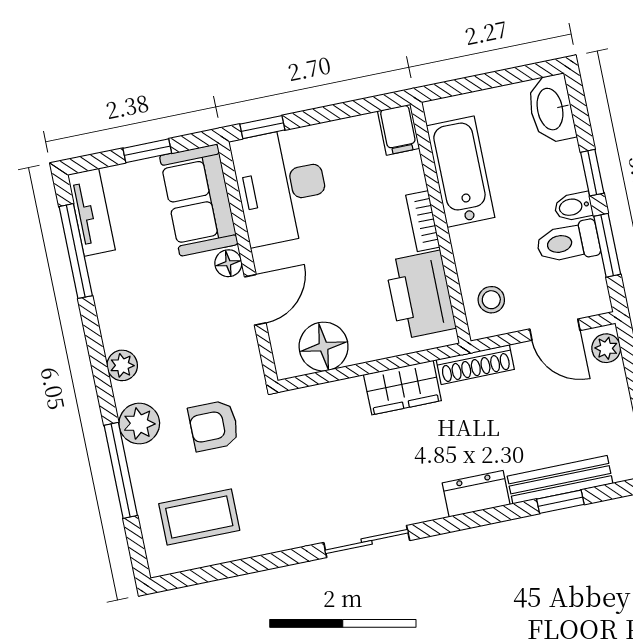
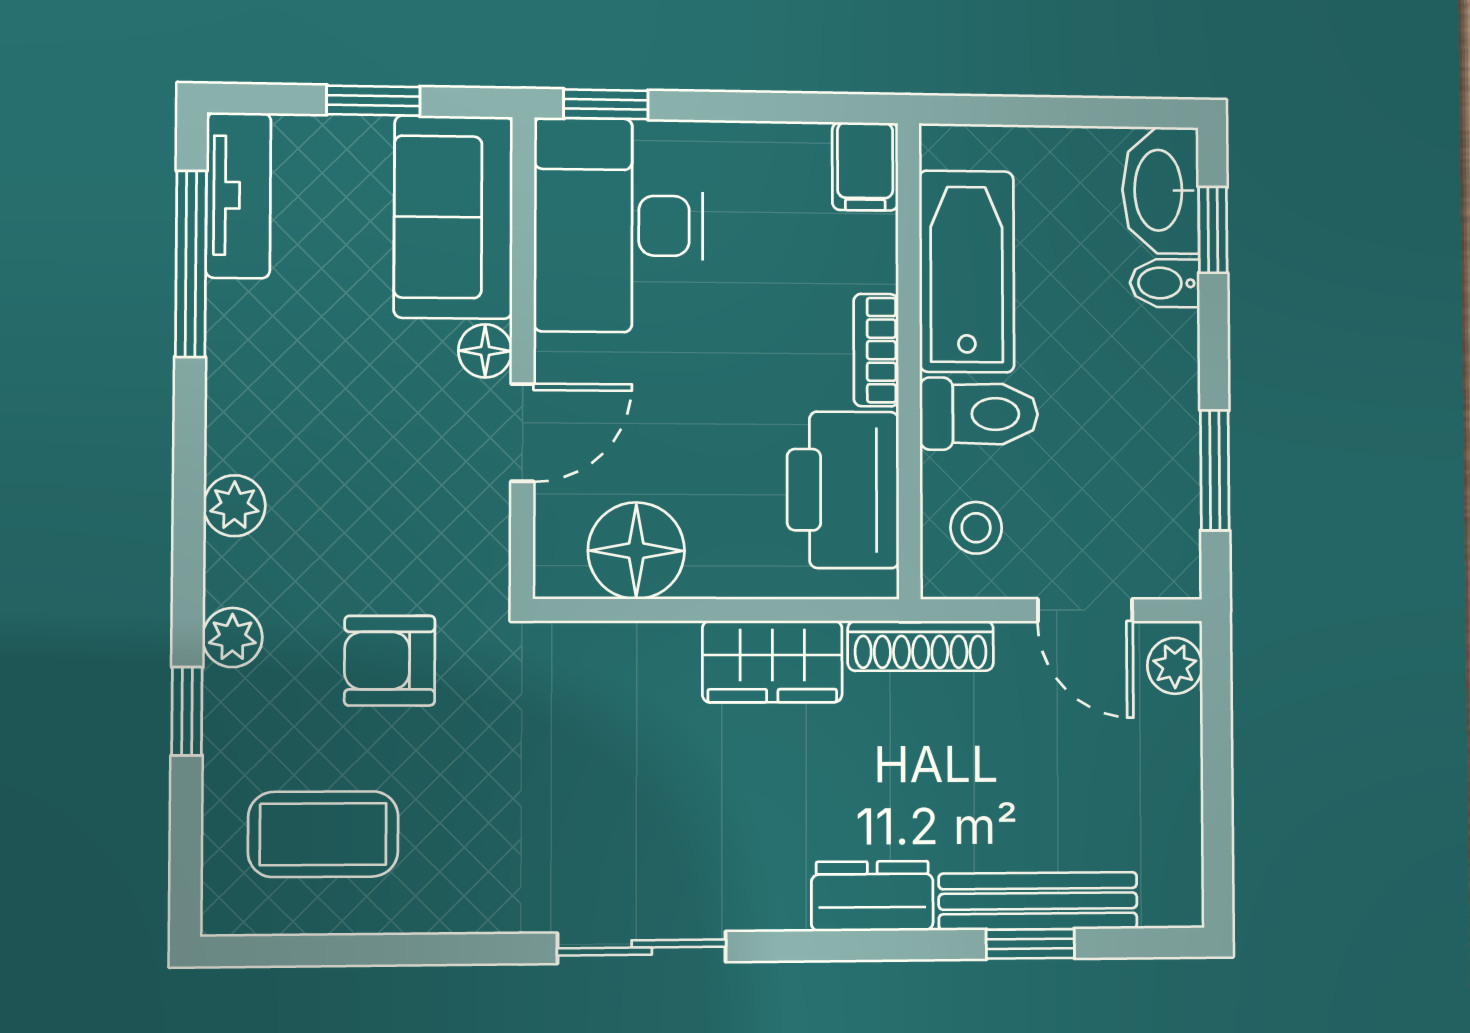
window: (592, 173) -> (1213, 230), moved
bidet: (573, 207) -> (1165, 283), moved
toilet: (568, 242) -> (979, 414), moved, turned 180
plant: (139, 424) -> (232, 638), width x0.73, depth x0.73
window: (121, 470) -> (187, 711), width x0.46

